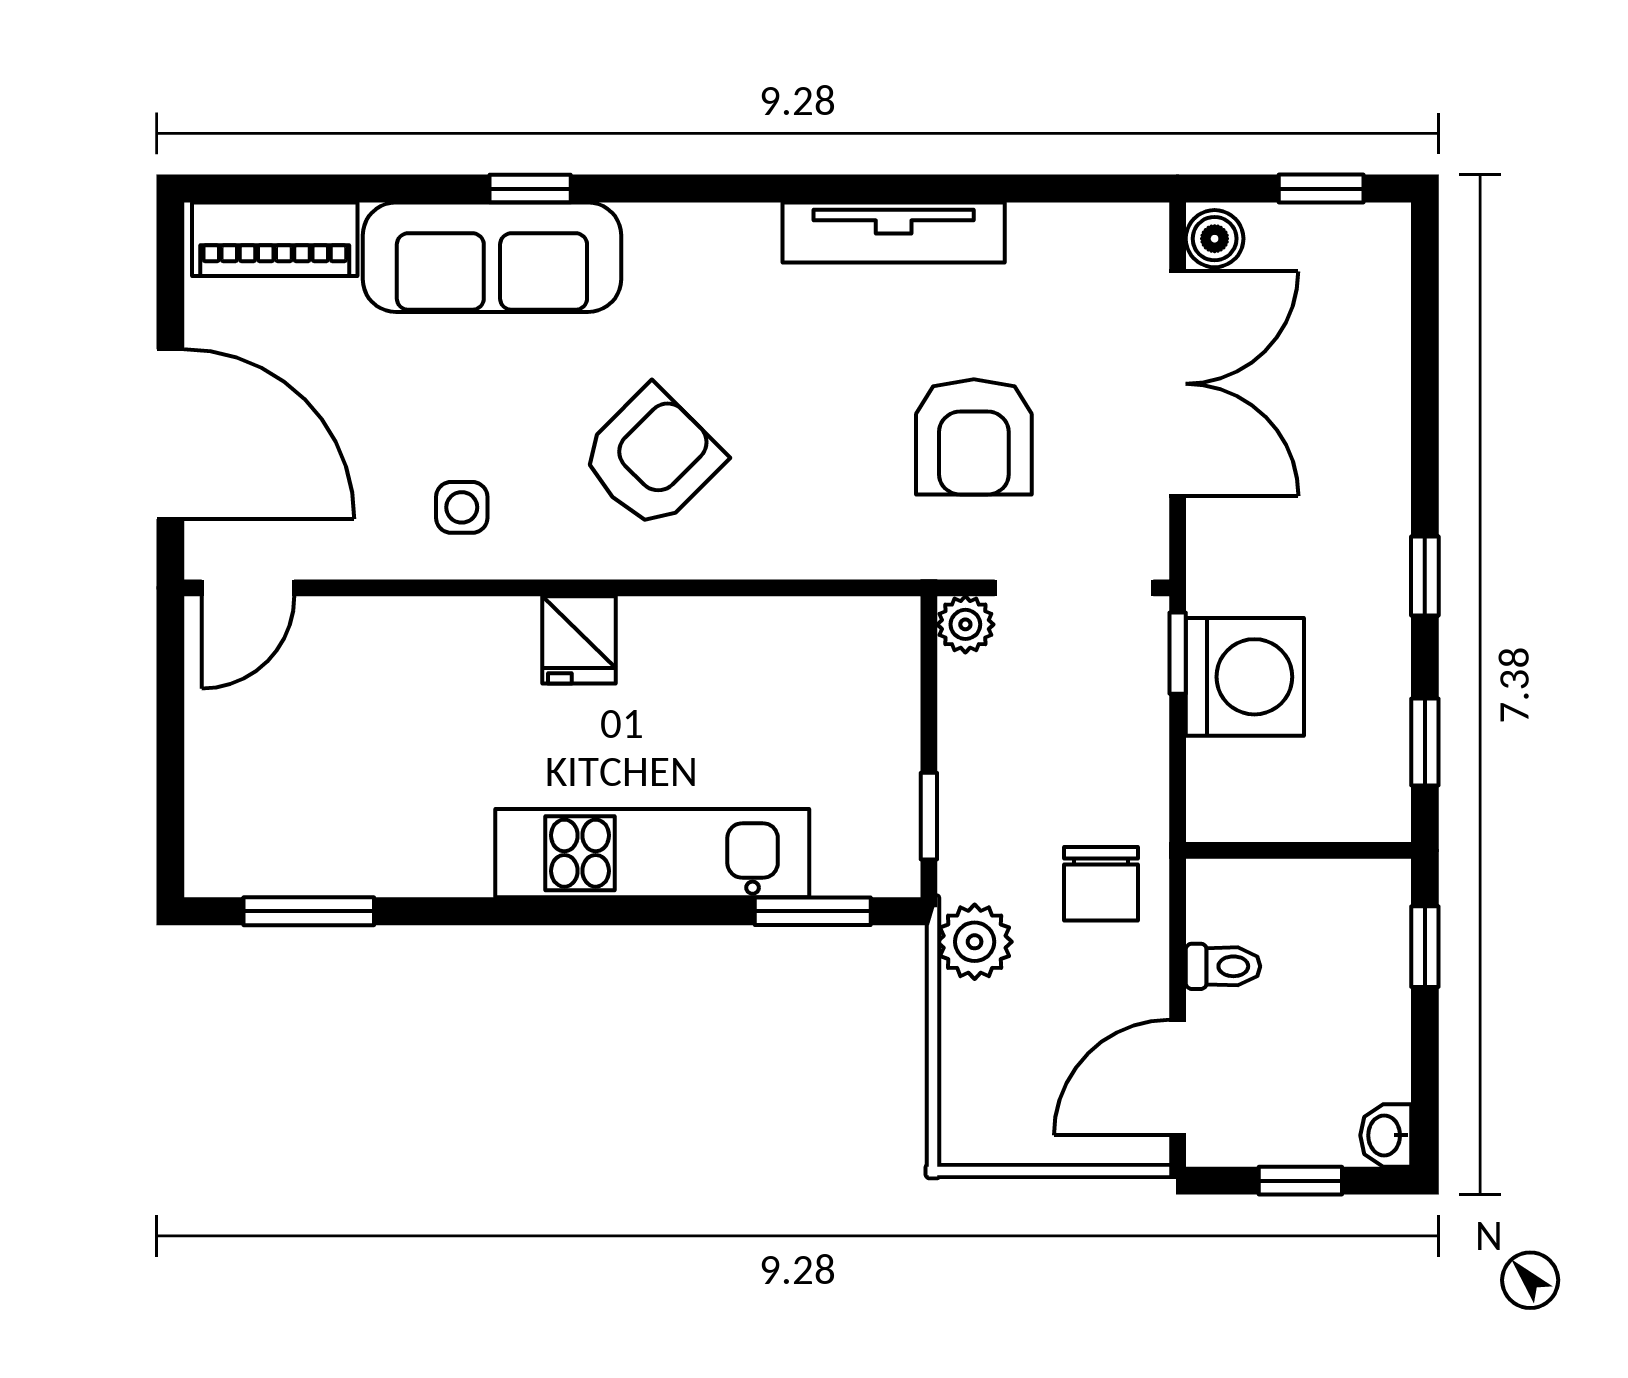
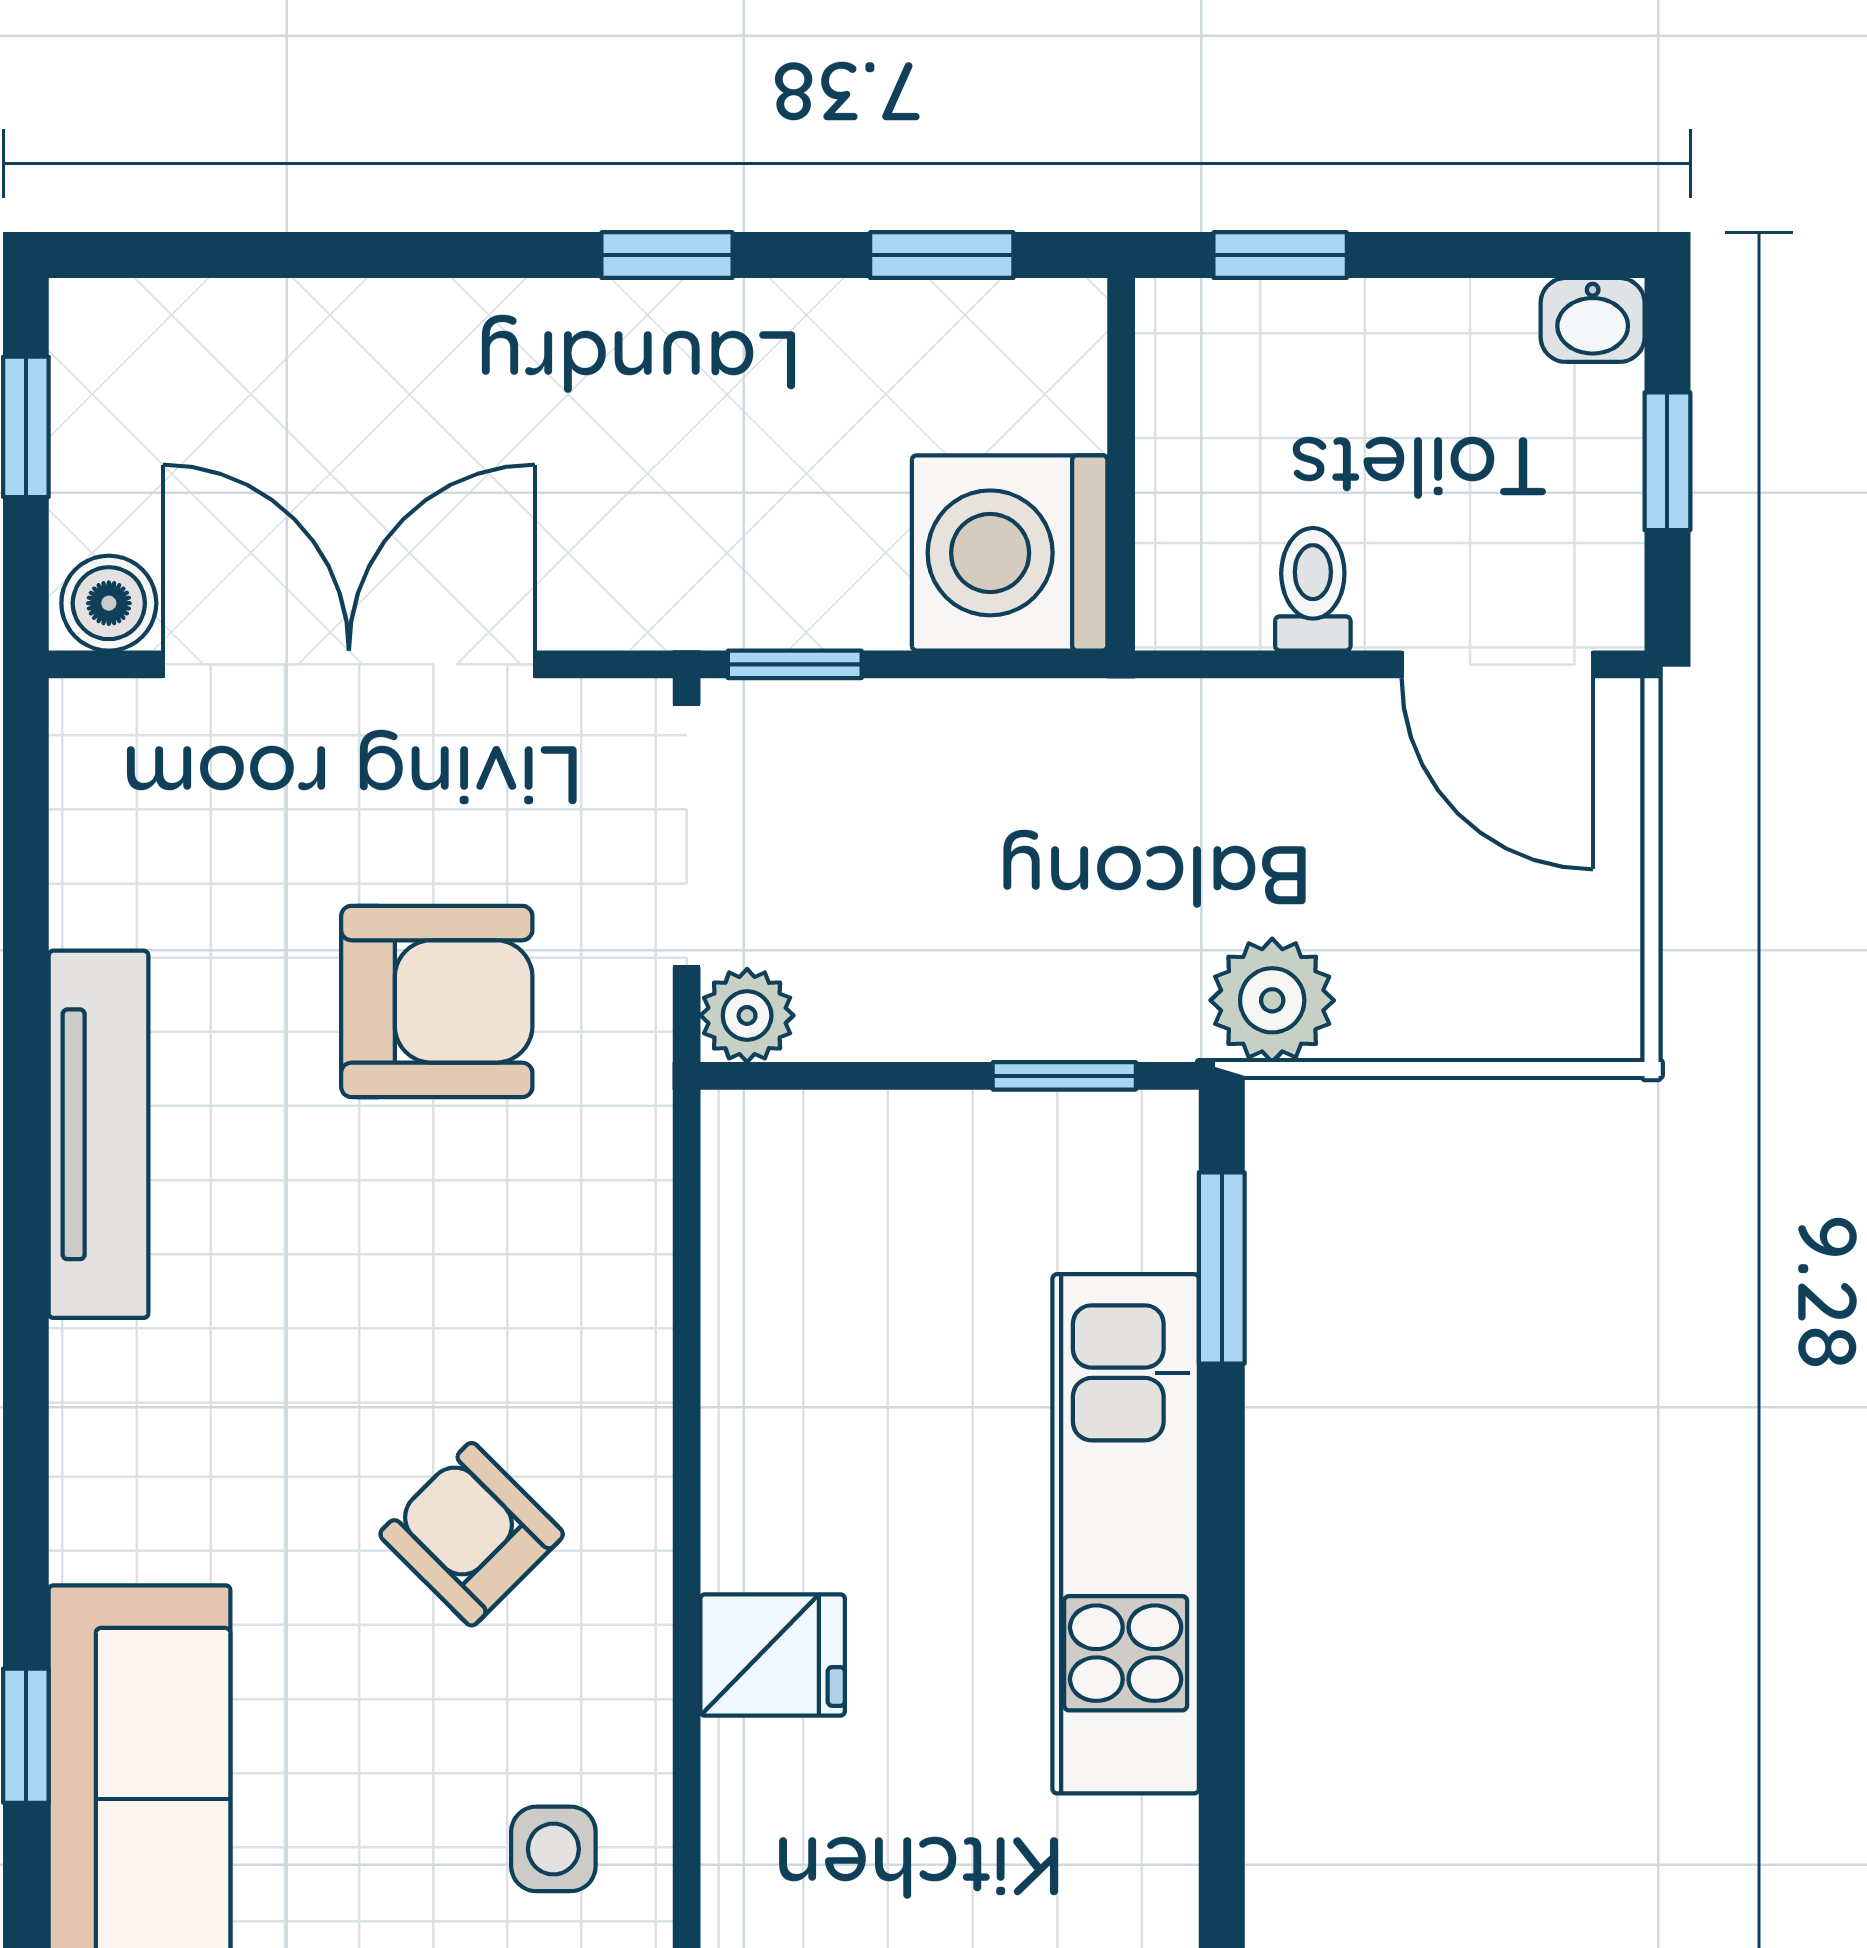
armchair: (652, 458) -> (472, 1534), width x0.72, depth x0.72
washing machine: (1245, 677) -> (1010, 553), moved, turned -90
chair: (1101, 884) -> (1176, 791), removed

